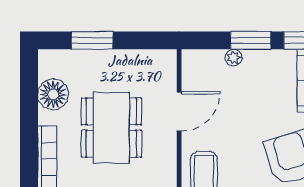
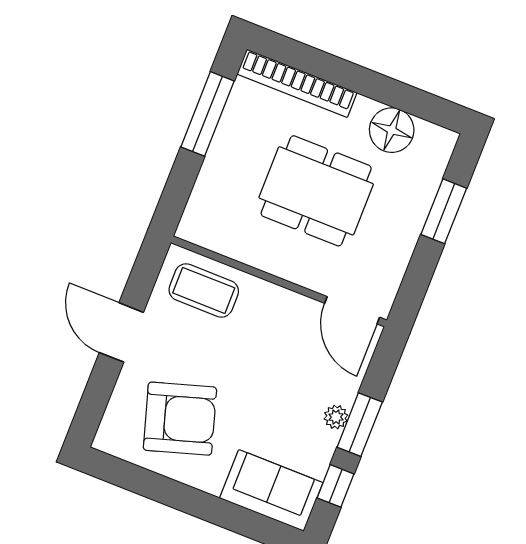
plant: (233, 58) -> (336, 417), moved
door: (179, 111) -> (352, 310), moved

